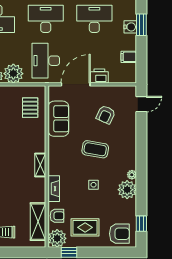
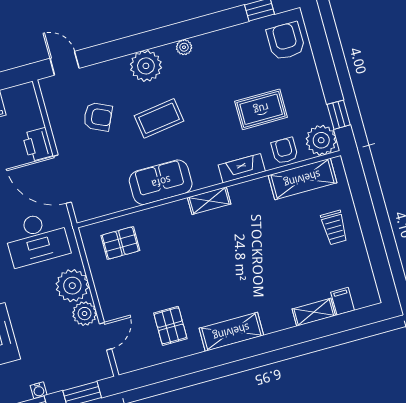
sofa: (58, 119) -> (161, 182), moved
coffee table: (95, 149) -> (159, 118), turned 72
side table: (94, 185) -> (218, 105), removed
plant: (127, 190) -> (146, 66), moved
rug: (85, 227) -> (261, 109), moved, turned 90

